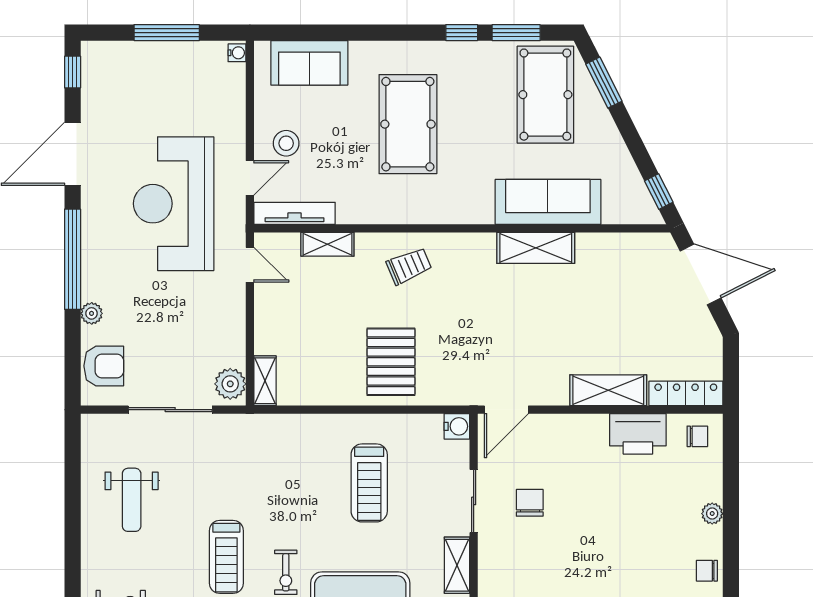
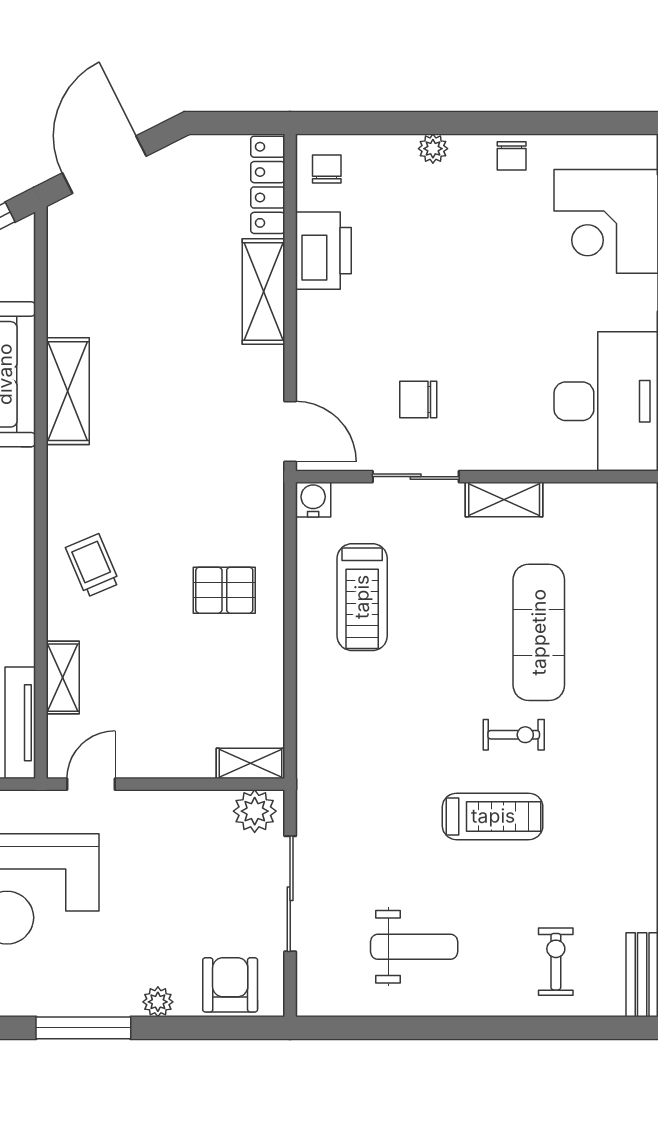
window: (73, 259) -> (83, 1028), width x0.68
pallet: (391, 362) -> (224, 590), width x0.67, depth x0.71
treadmill: (369, 483) -> (362, 597), moved, turned 90

